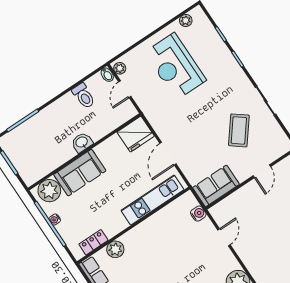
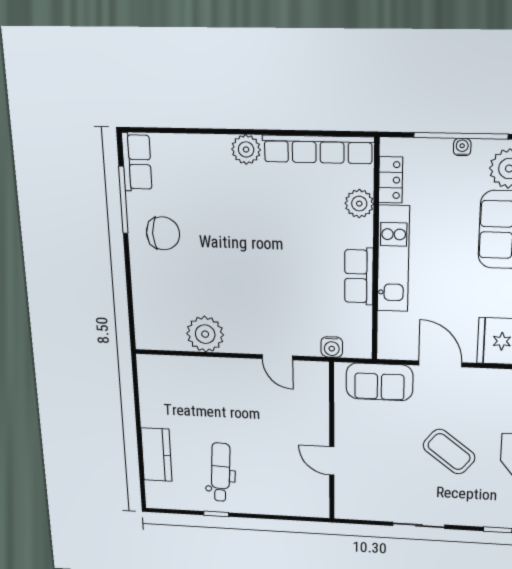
coffee table: (239, 130) -> (449, 452), moved
sofa: (216, 186) -> (379, 382), moved, turned 90
kitchen unit: (152, 200) -> (393, 259), moved
row of seats: (152, 225) -> (359, 276), added

